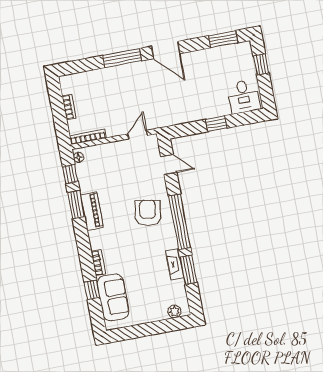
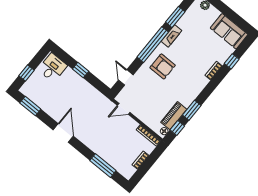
window: (122, 58) -> (103, 166), moved
piano: (92, 211) -> (174, 116), moved
armchair: (148, 213) -> (163, 66), turned -99
fireplace: (175, 264) -> (171, 36), moved
sofa: (113, 297) -> (229, 31), moved, turned -90

